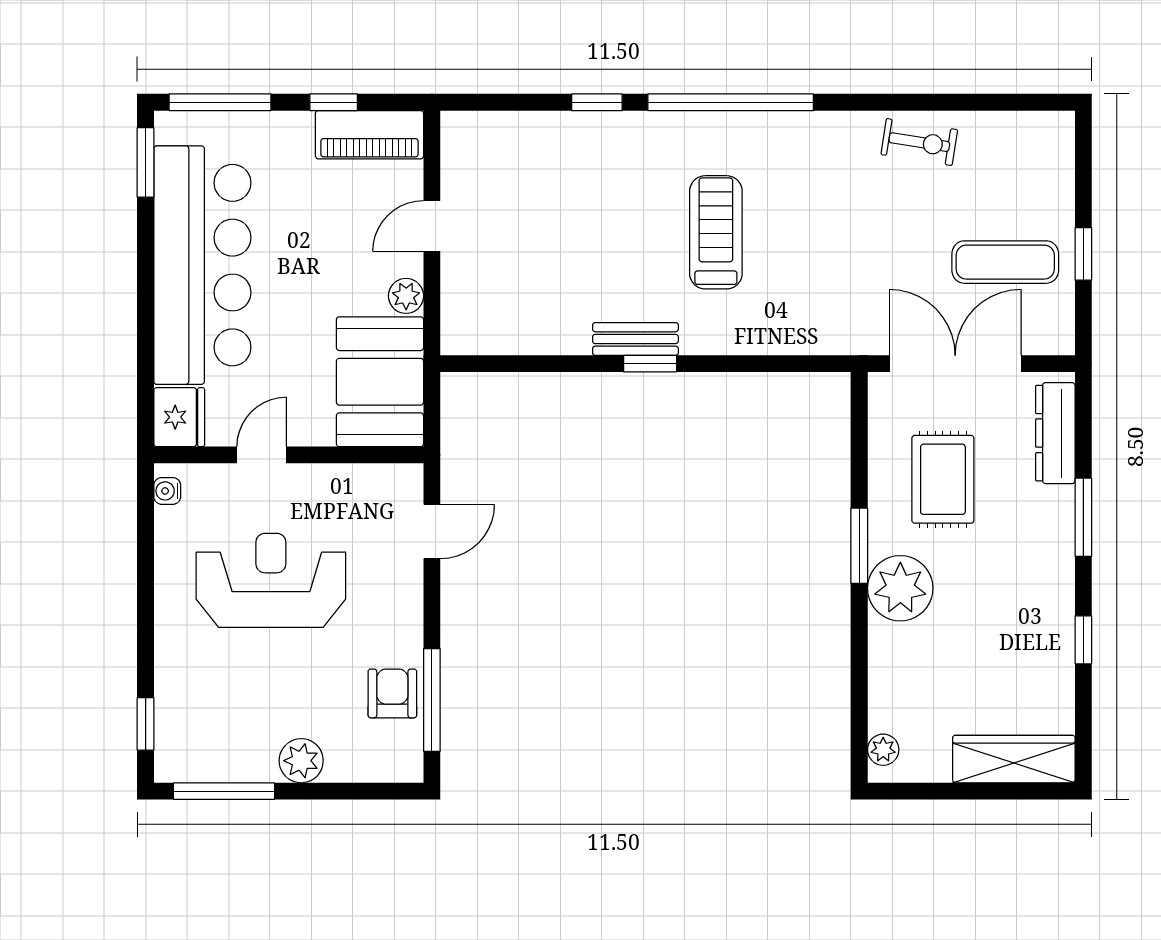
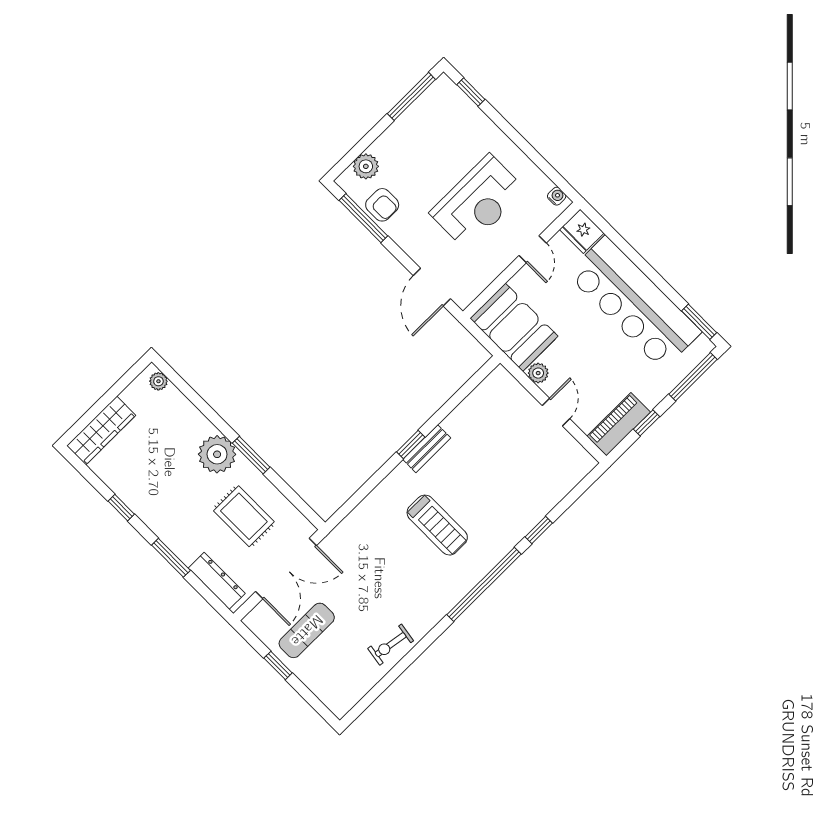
door: (432, 531) -> (432, 287), width x1.38
plant: (301, 761) -> (366, 166), moved

